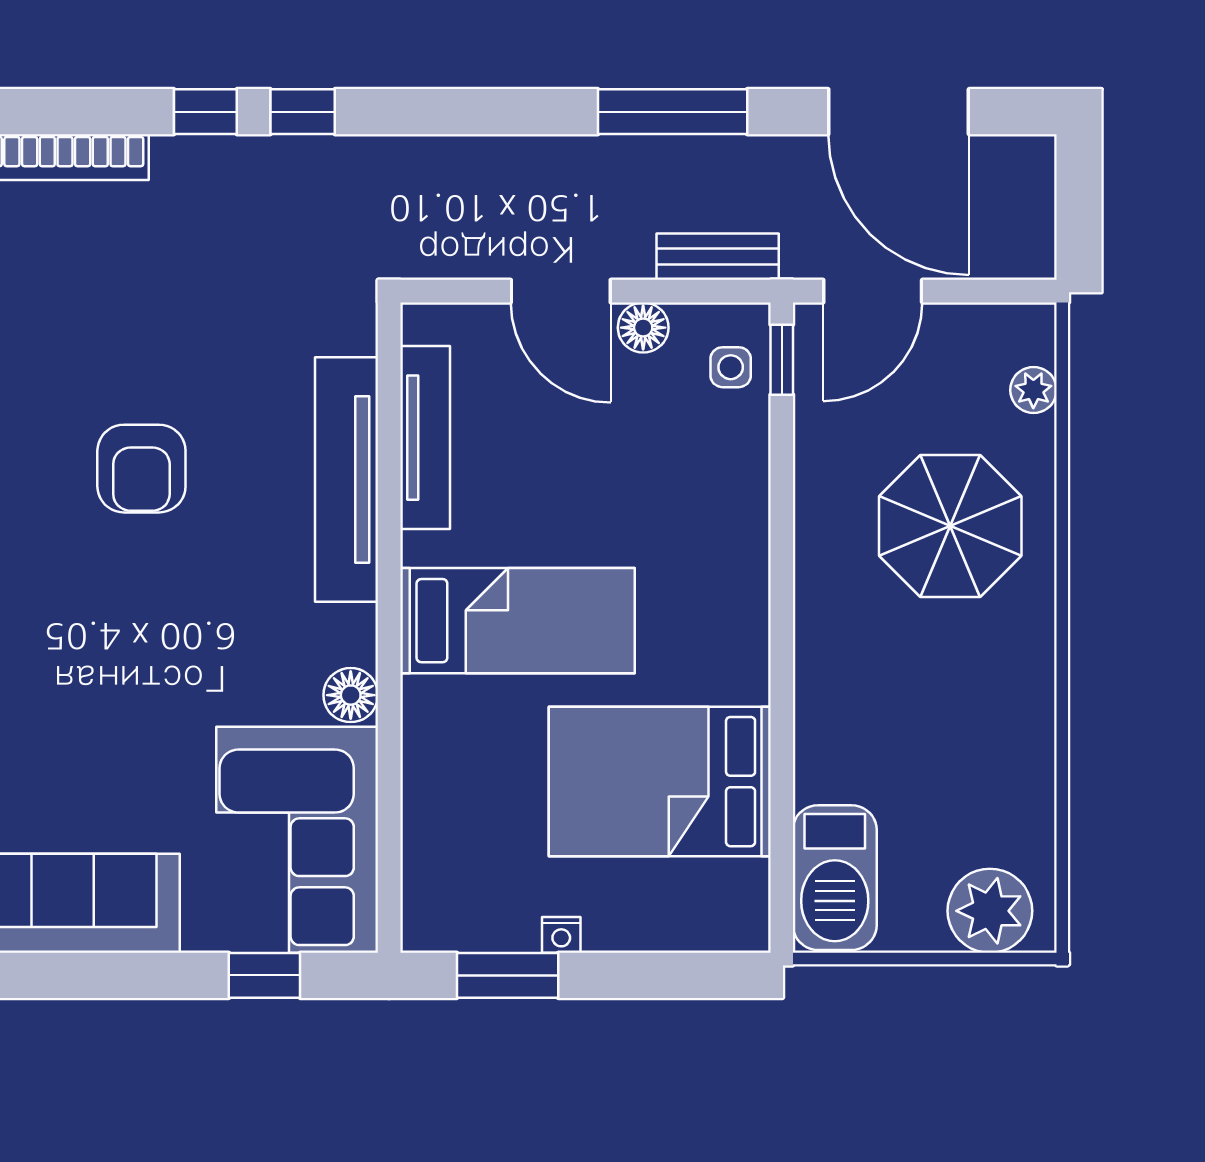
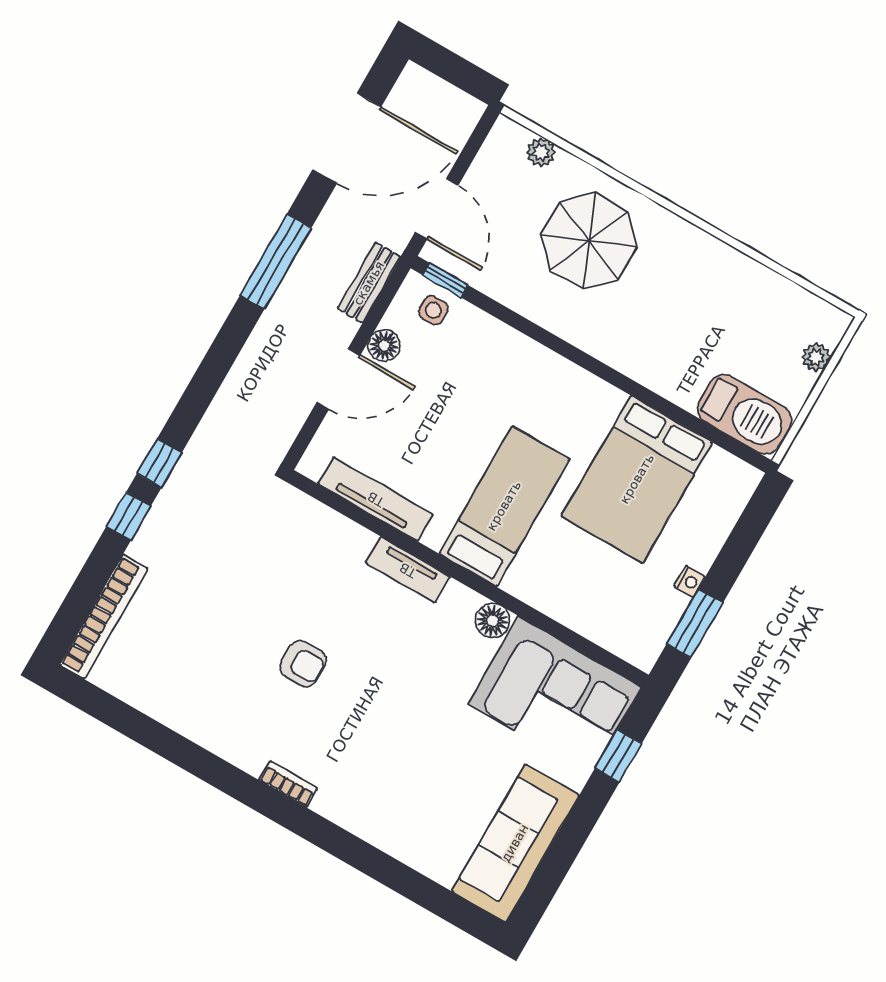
armchair: (141, 469) -> (303, 664), width x0.72, depth x0.72
tv unit: (347, 480) -> (408, 570), width x0.52, depth x0.78
plant: (990, 911) -> (816, 357), width x0.53, depth x0.53

